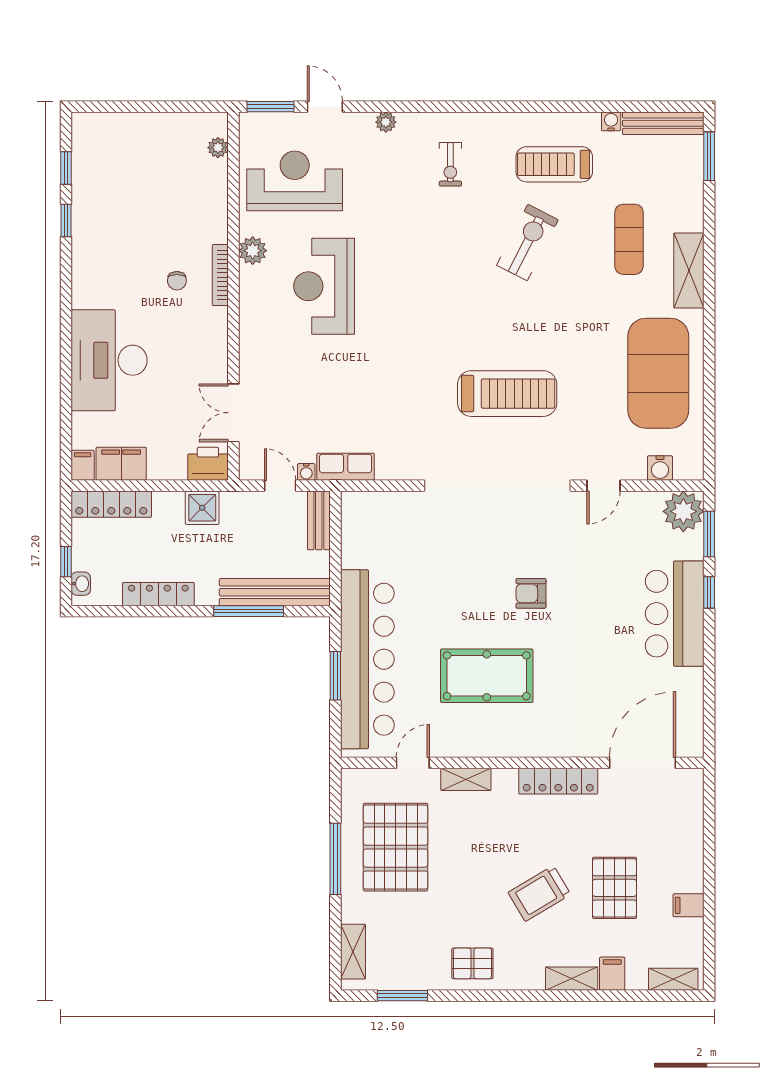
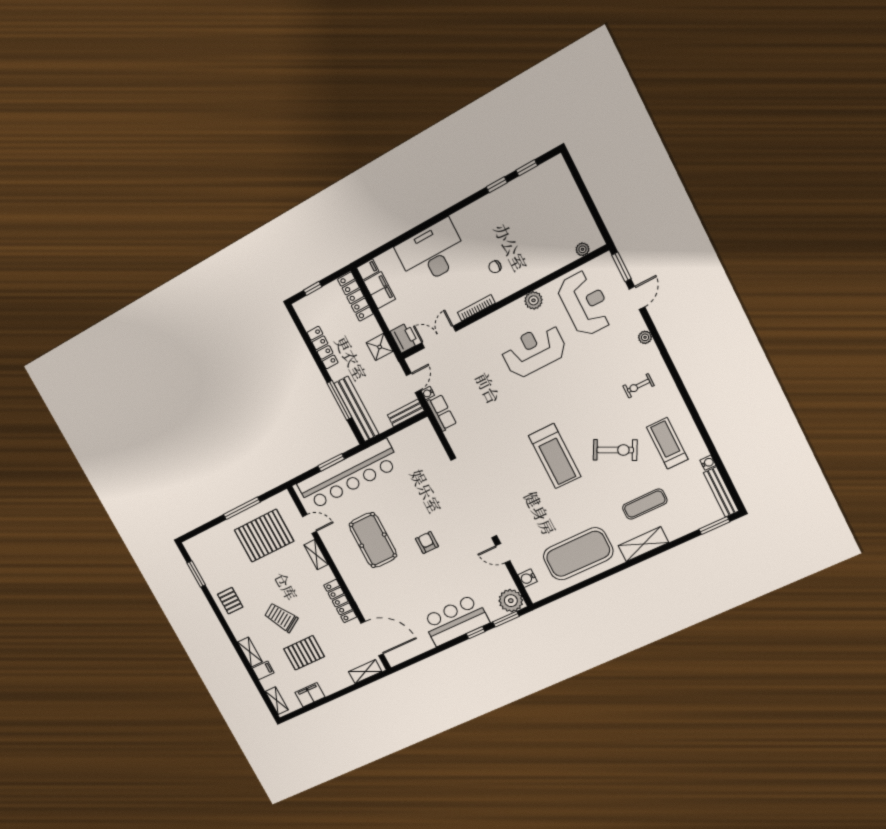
bookcase: (220, 275) -> (476, 308), moved
treadmill: (507, 394) -> (555, 456), moved
washbasin: (81, 584) -> (306, 303), removed
filing cabinet: (688, 905) -> (310, 695), width x2.00
shelving: (353, 952) -> (365, 672), moved

